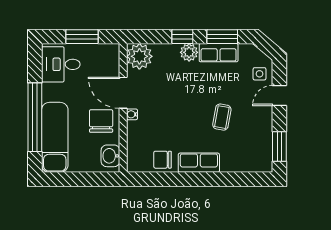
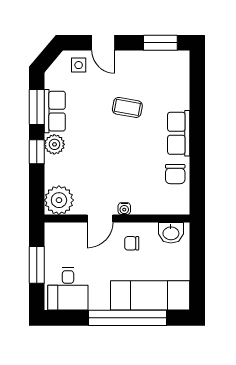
door: (123, 93) -> (100, 219), width x0.73
chair: (101, 121) -> (132, 243), width x0.54, depth x0.54

